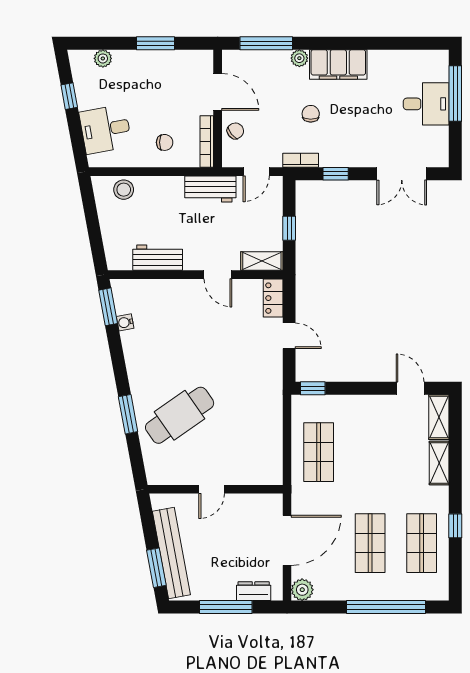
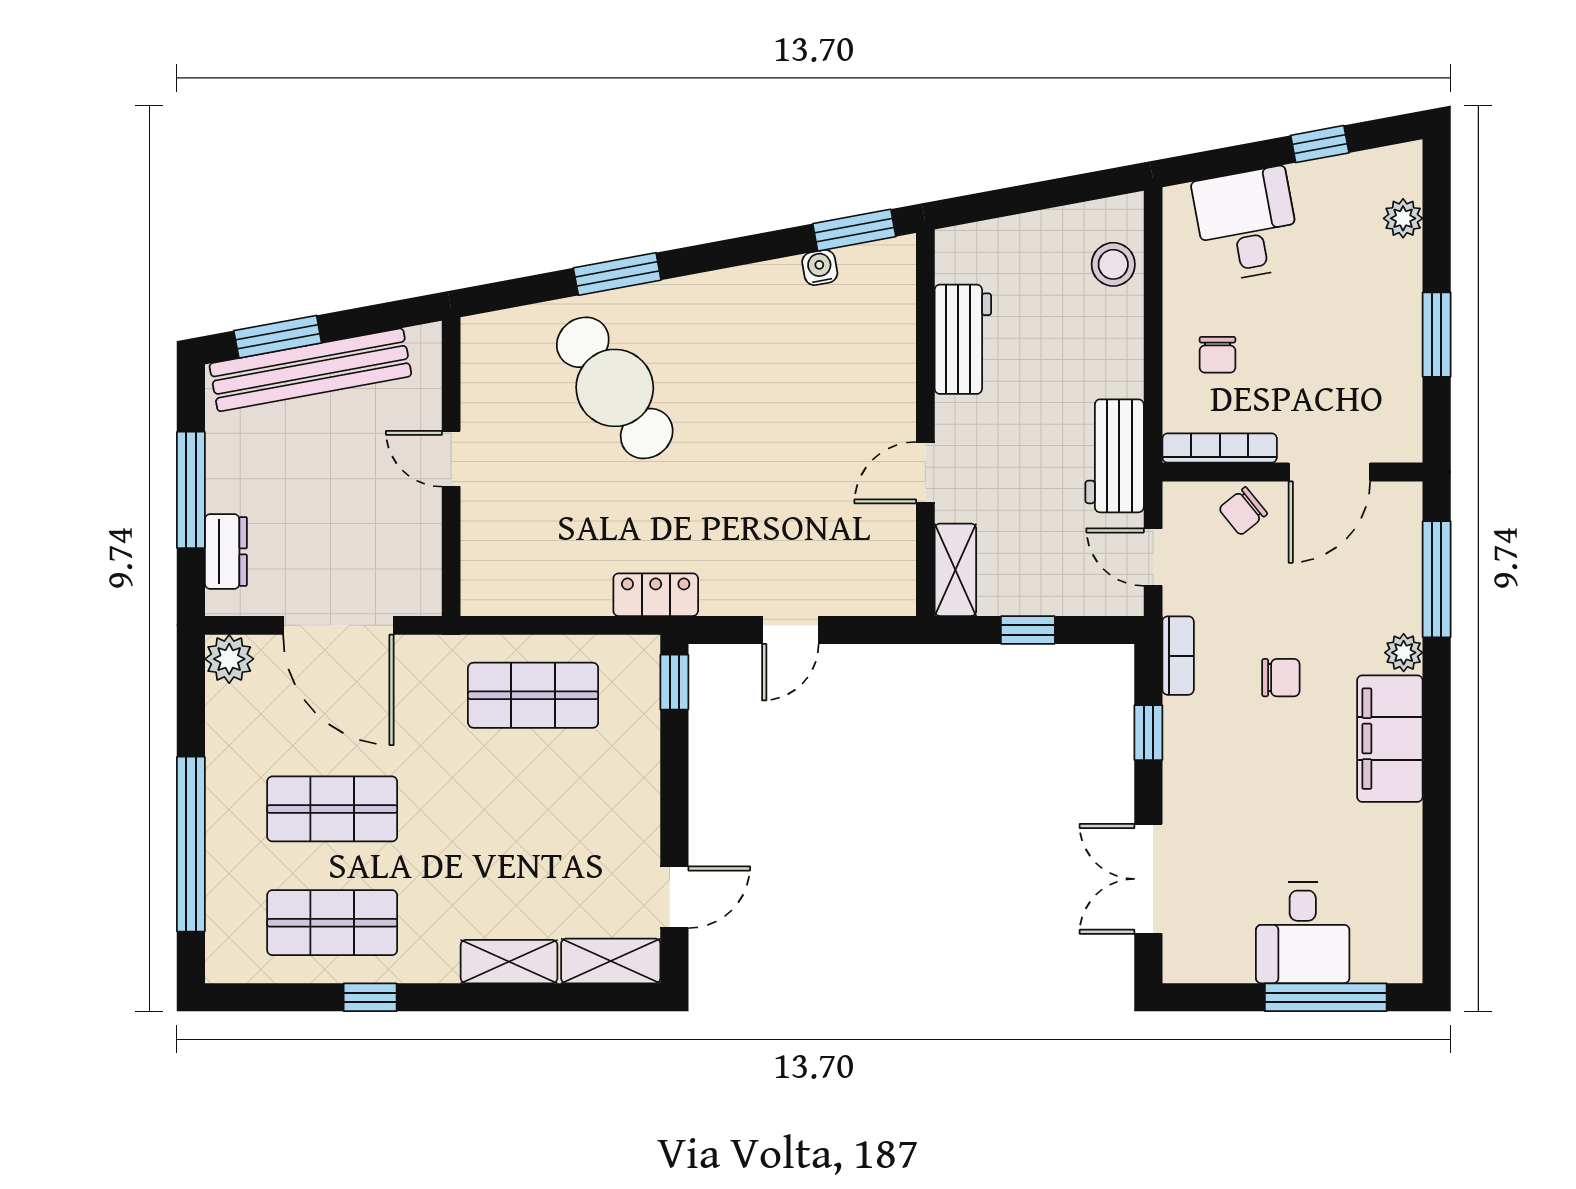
chair: (235, 131) -> (1243, 511), turned 89
locker: (273, 298) -> (656, 595), moved

